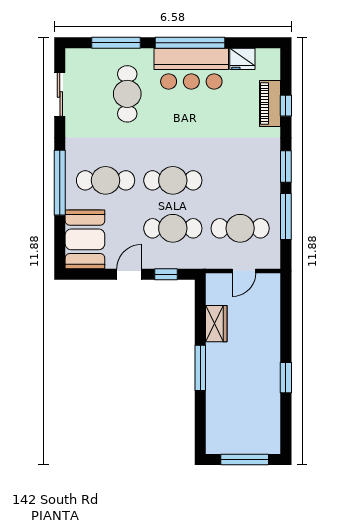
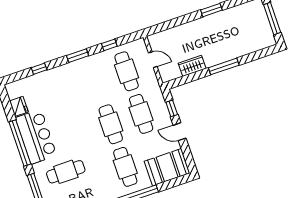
piano: (270, 103) -> (41, 79), removed
window: (286, 217) -> (109, 45), width x0.46

